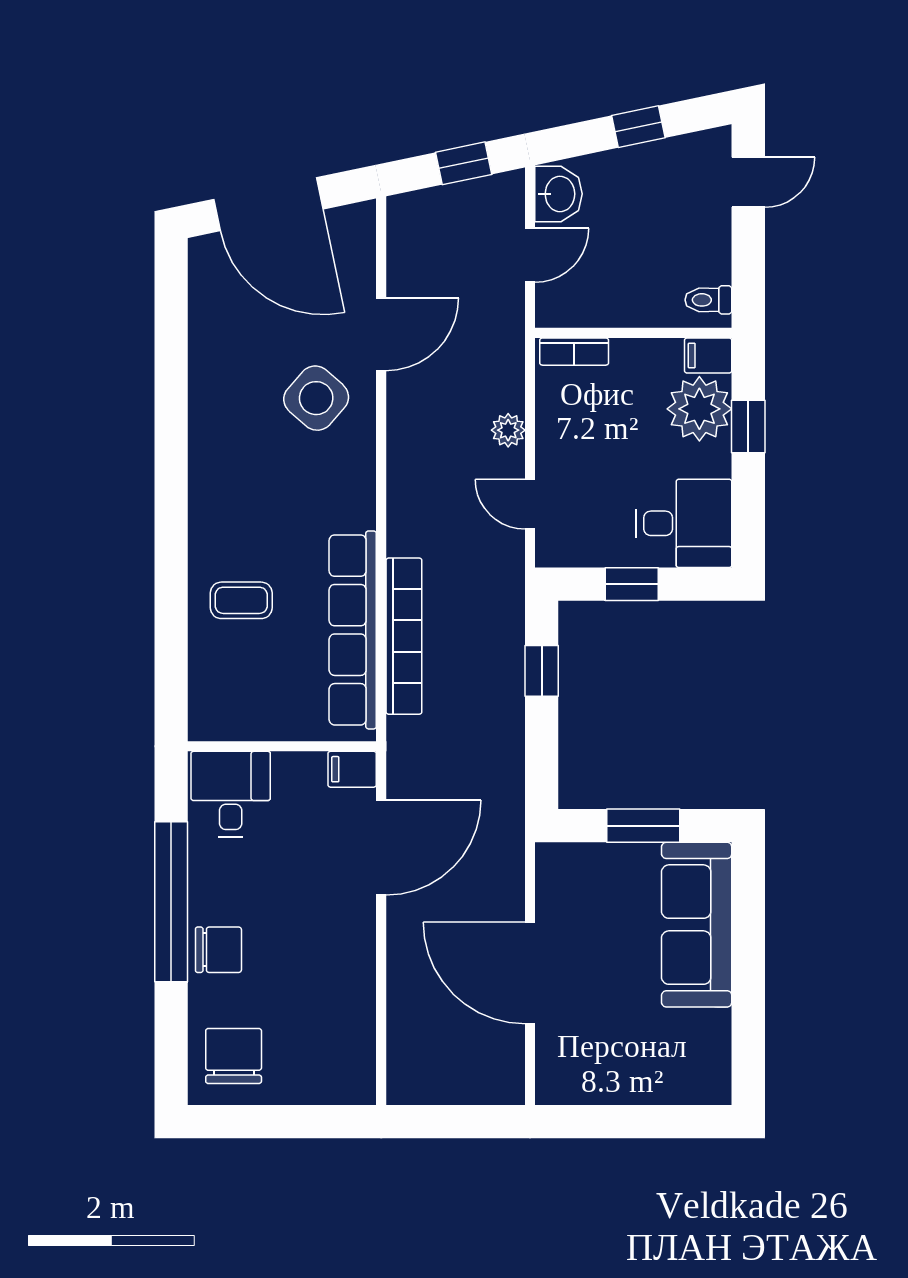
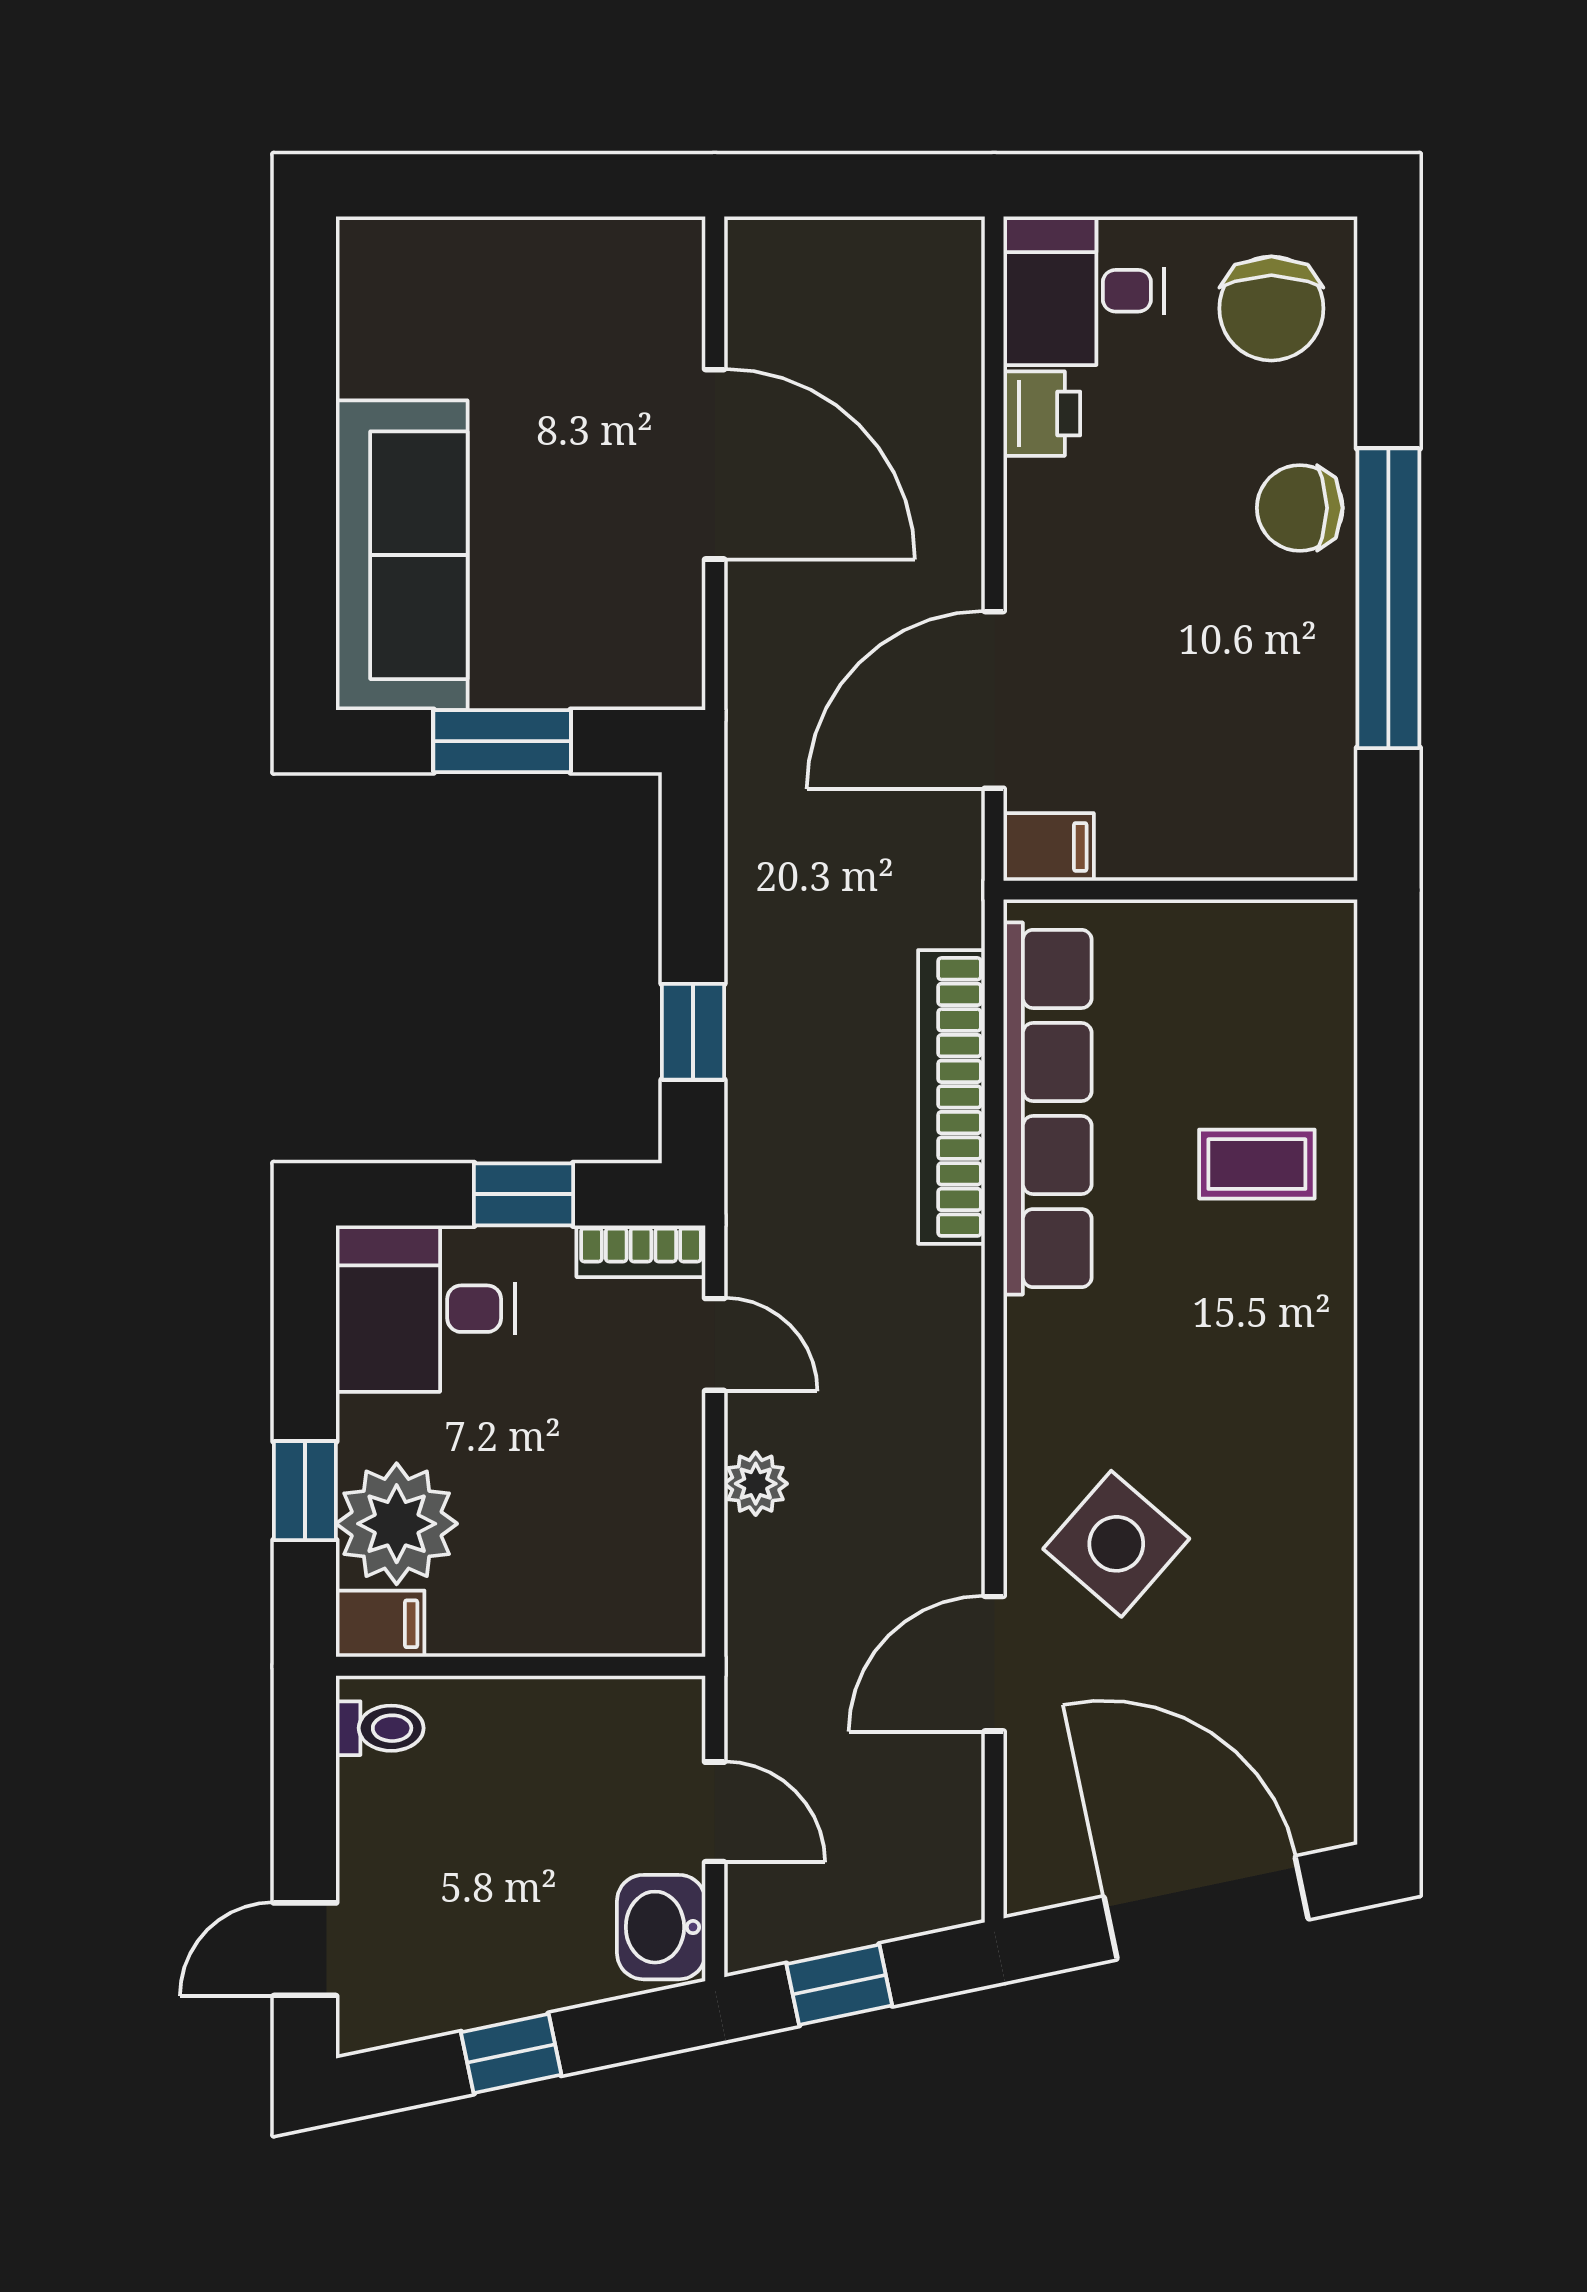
door: (530, 255) -> (715, 1812), swing flipped
bookcase: (574, 352) -> (641, 1251), moved, turned 180
desk: (231, 794) -> (1084, 291), moved, turned 90
printer: (356, 1000) -> (1042, 414), added

